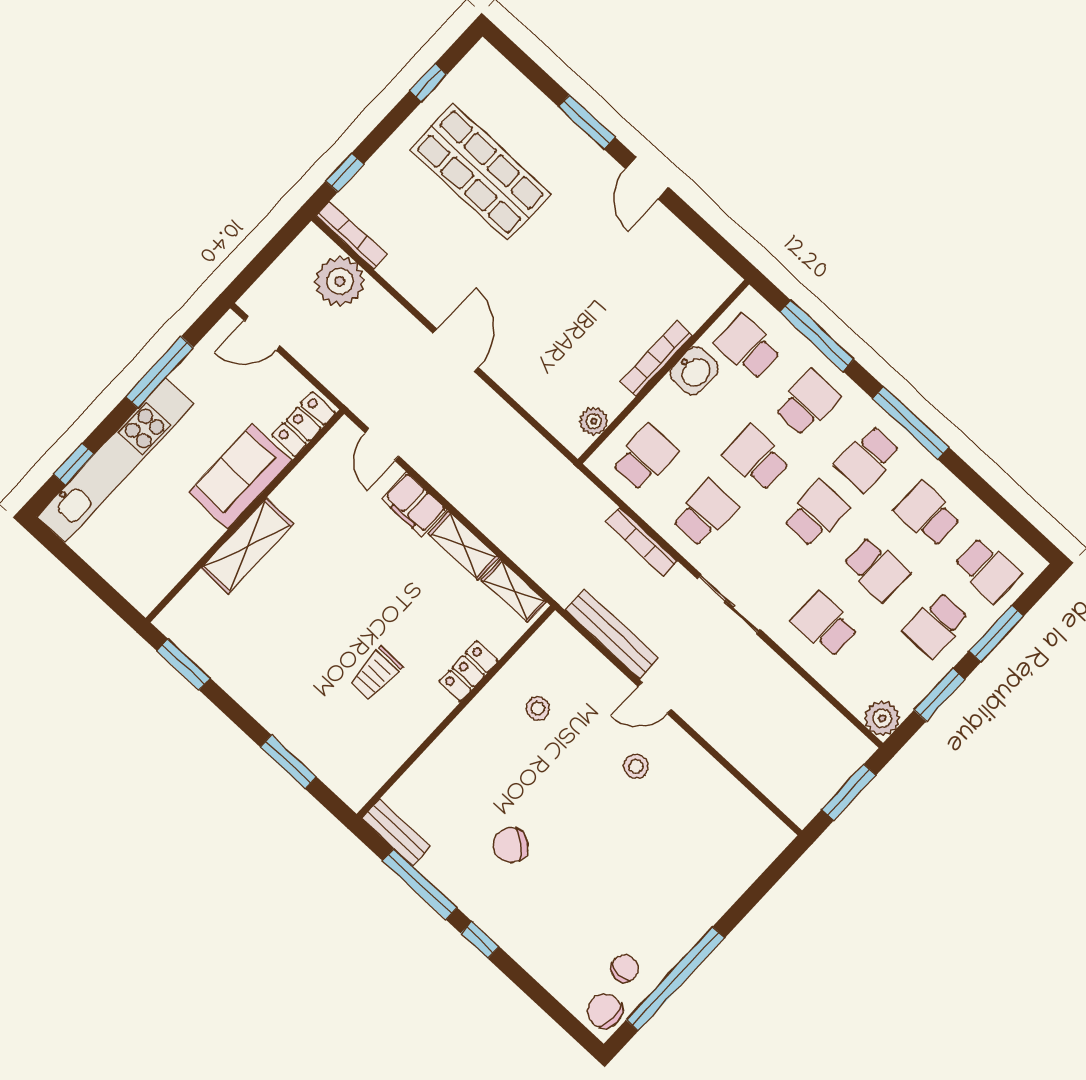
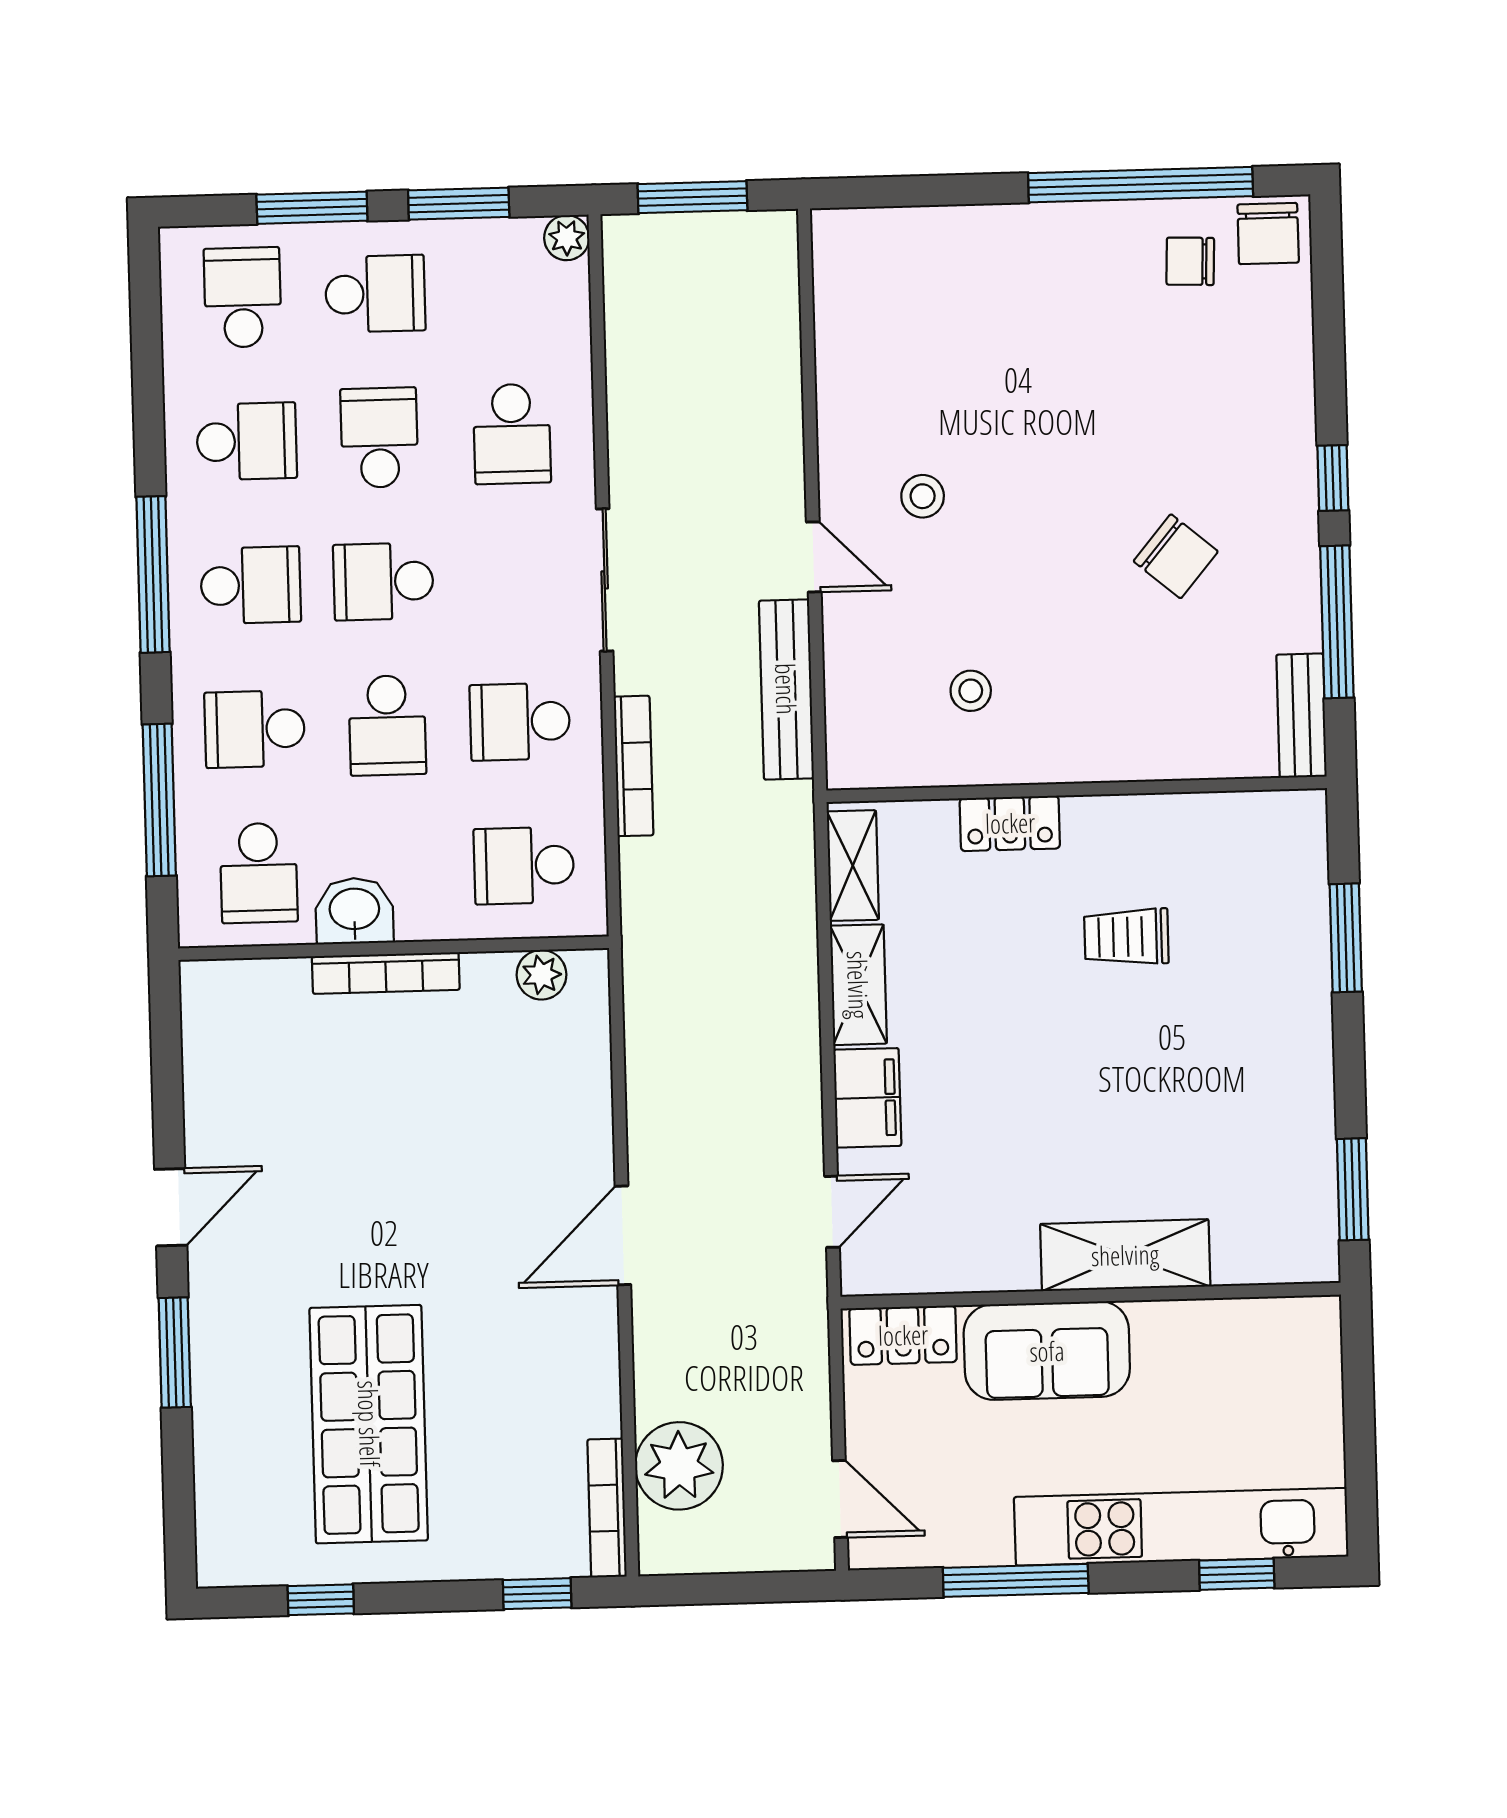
school desk: (927, 514) -> (247, 441), turned -90
trolley: (376, 673) -> (1126, 937), turned 180
plant: (882, 718) -> (567, 238), width x0.73, depth x0.73

